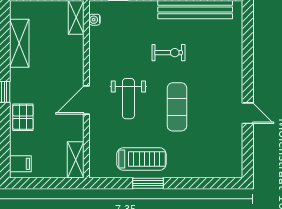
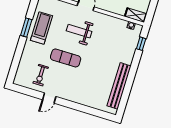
exercise bike: (169, 53) -> (41, 75), moved
treadmill: (141, 159) -> (42, 28), turned 180

